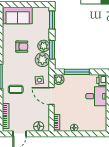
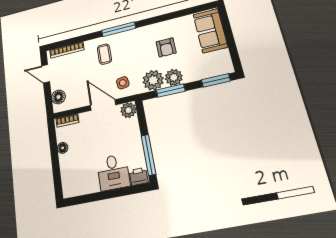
window: (77, 72) -> (148, 155), moved
door: (52, 96) -> (103, 105), hinge flipped

